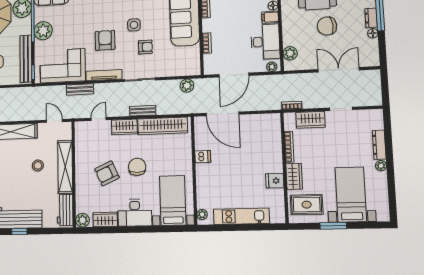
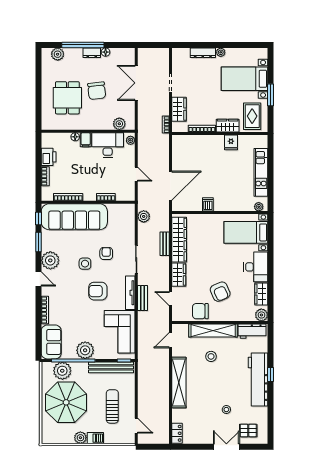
door: (234, 75) -> (136, 174), width x0.53
bench: (80, 89) -> (142, 298), moved
bench: (143, 111) -> (165, 244), moved
chair: (137, 167) -> (200, 311), moved

